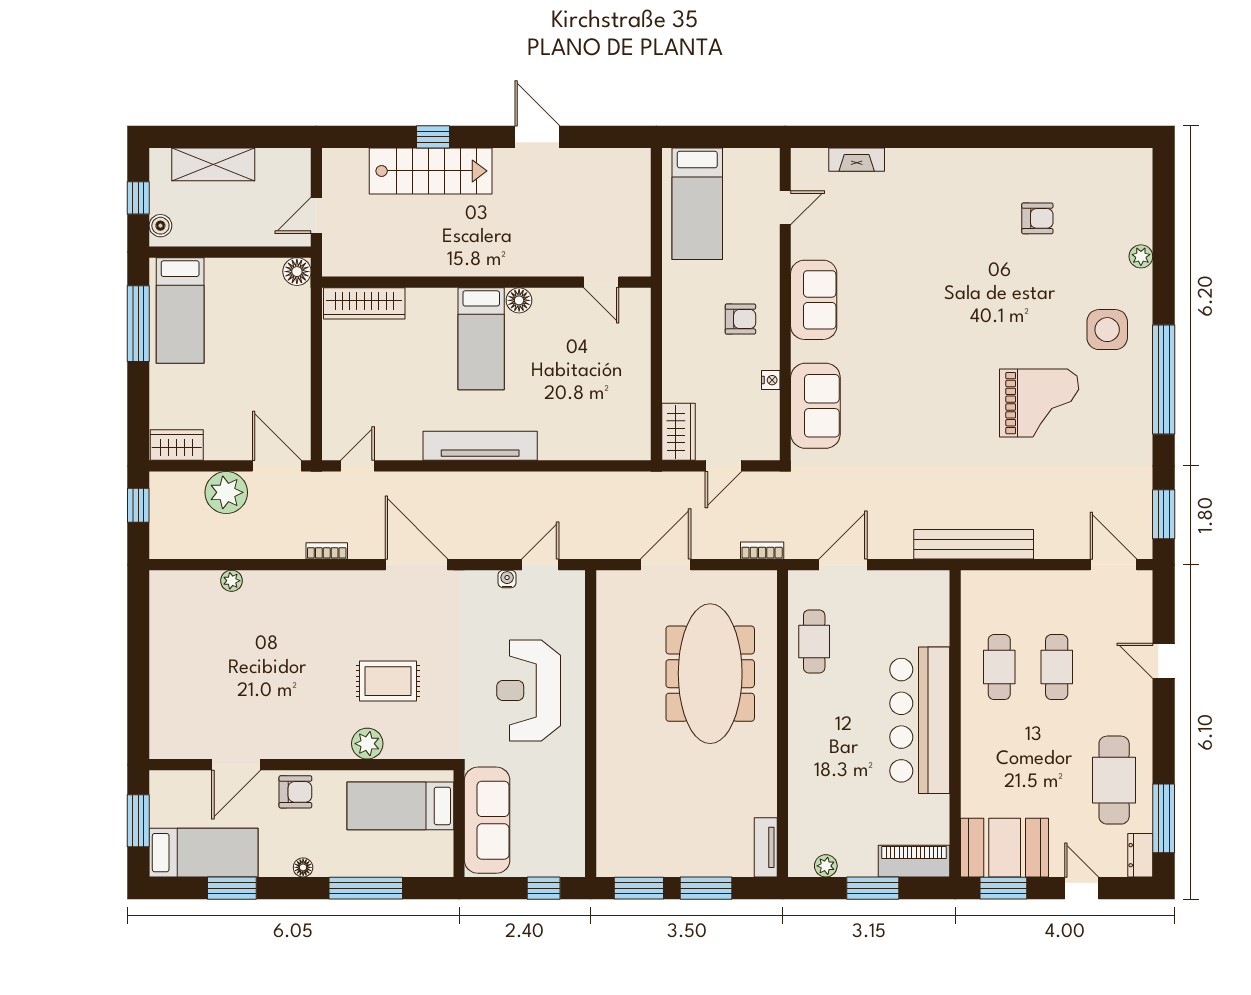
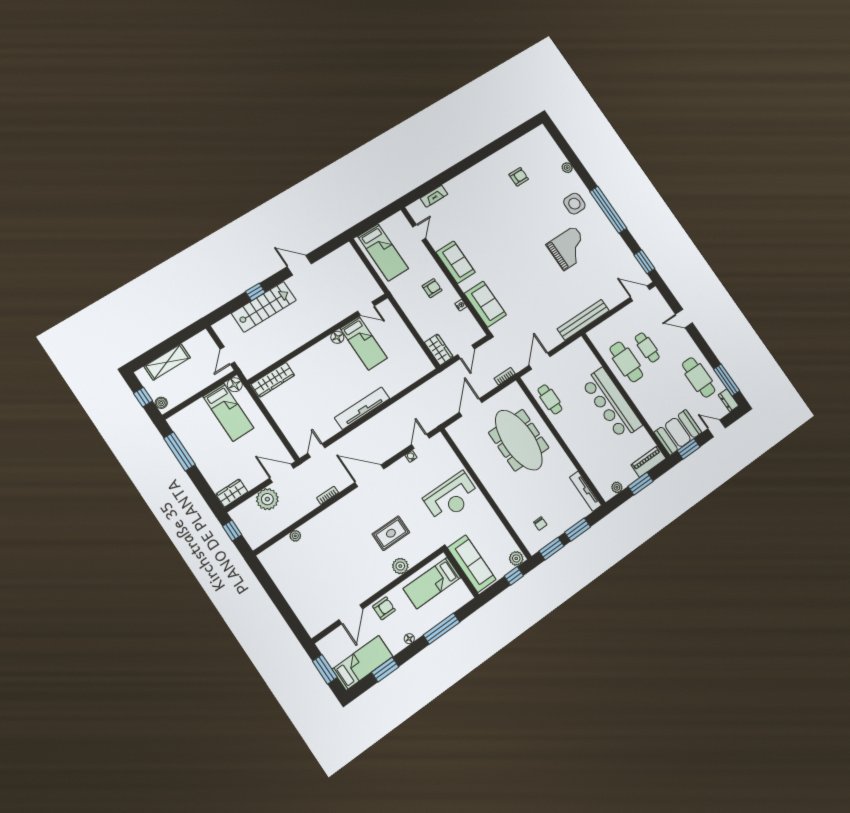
bed: (180, 310) -> (228, 412), moved
bed: (481, 339) -> (364, 343), moved
cafe table: (999, 667) -> (626, 362), width x1.37, depth x1.35
reception desk: (529, 691) -> (451, 497), turned -90
chair: (649, 835) -> (540, 524), added
tv unit: (766, 847) -> (585, 491), width x1.41
plant: (568, 863) -> (516, 558), added

